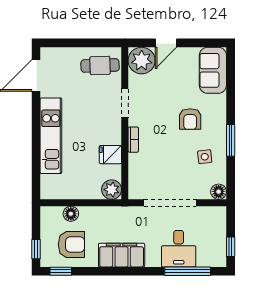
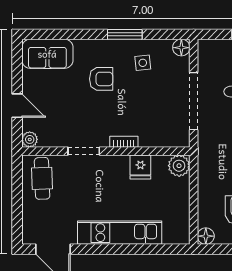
plant: (142, 61) -> (30, 139), width x0.53, depth x0.53
floor lamp: (71, 214) -> (206, 236), moved

